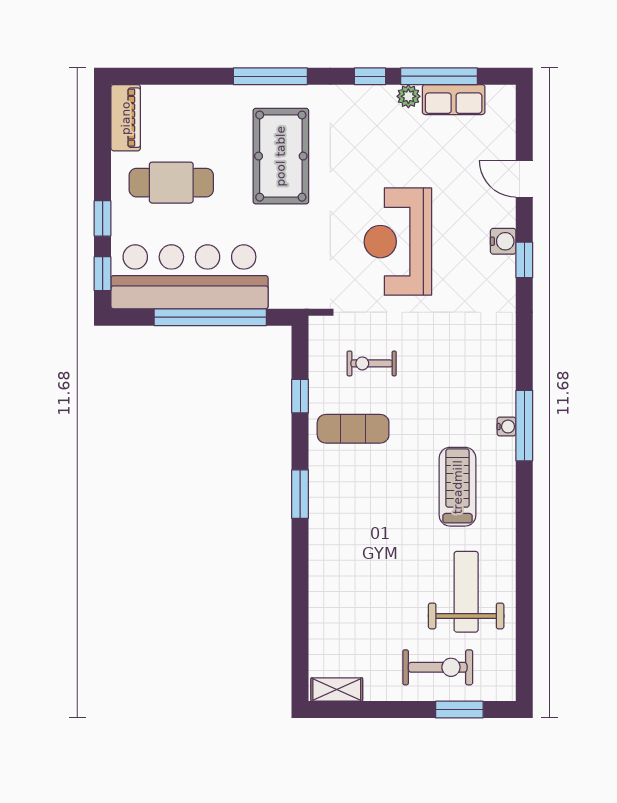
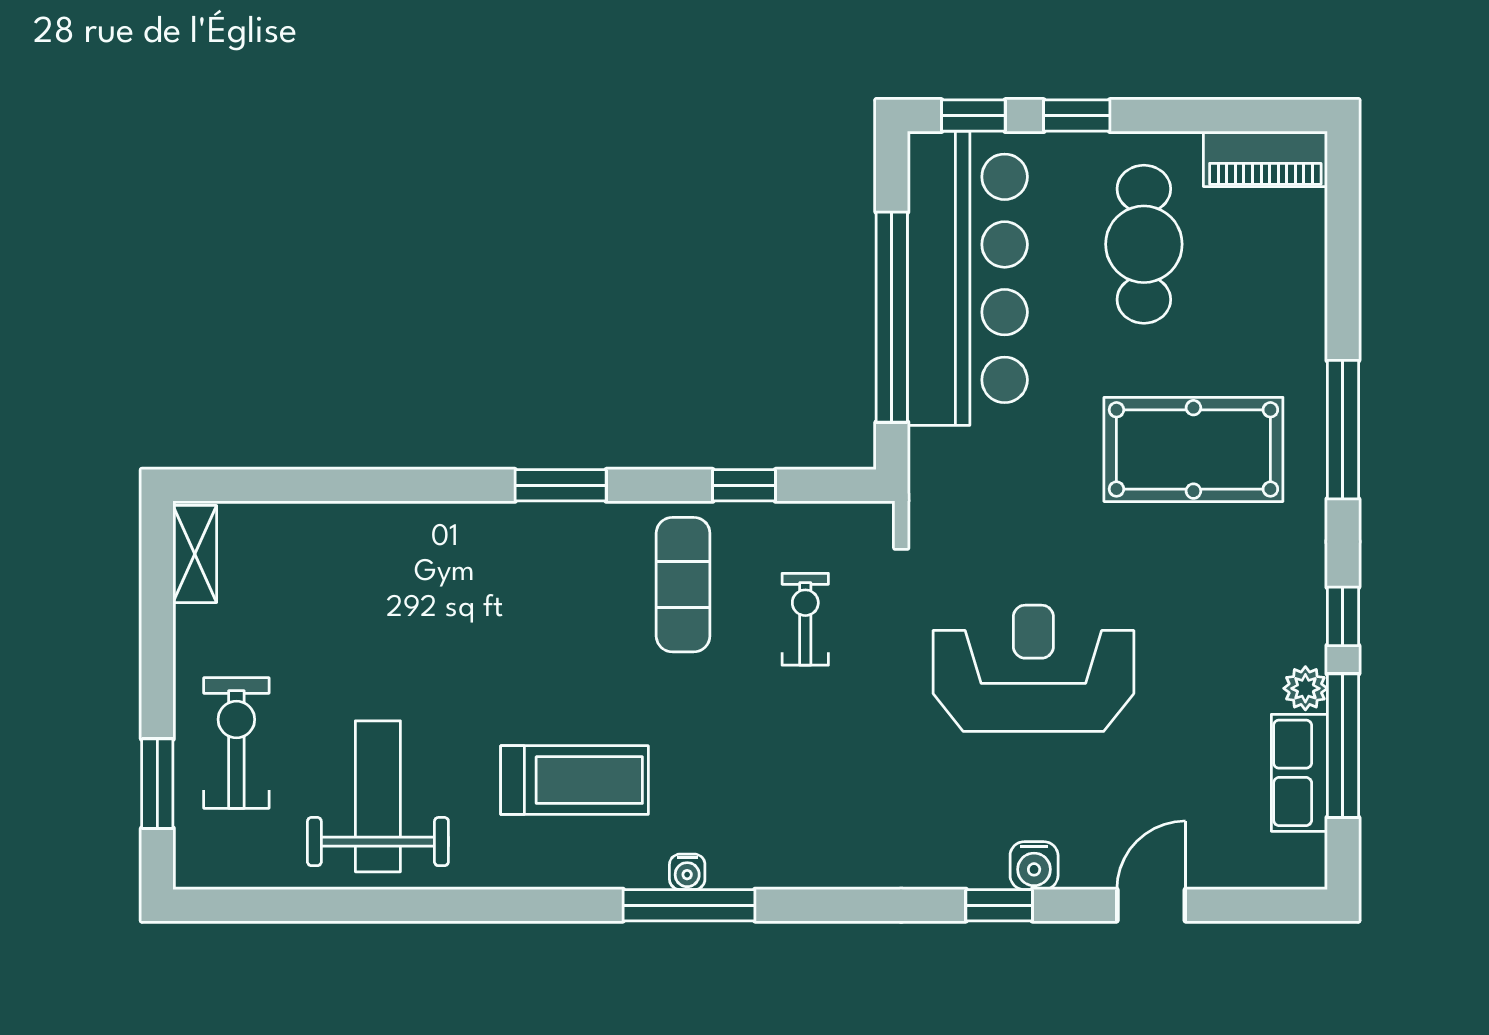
weight bench: (466, 592) -> (378, 796), turned -90
exercise bike: (438, 667) -> (236, 743), turned 180

